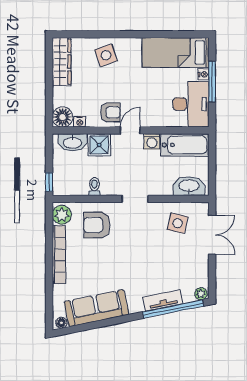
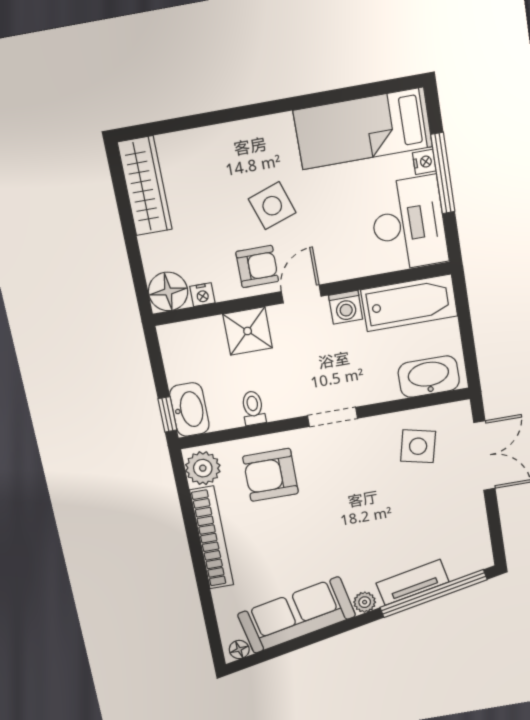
side table: (106, 55) -> (272, 206), moved
washbasin: (72, 142) -> (189, 410), moved, turned -90
plant: (201, 294) -> (365, 602), moved

